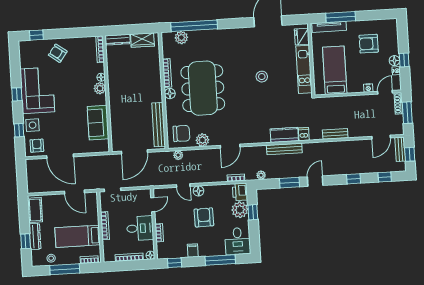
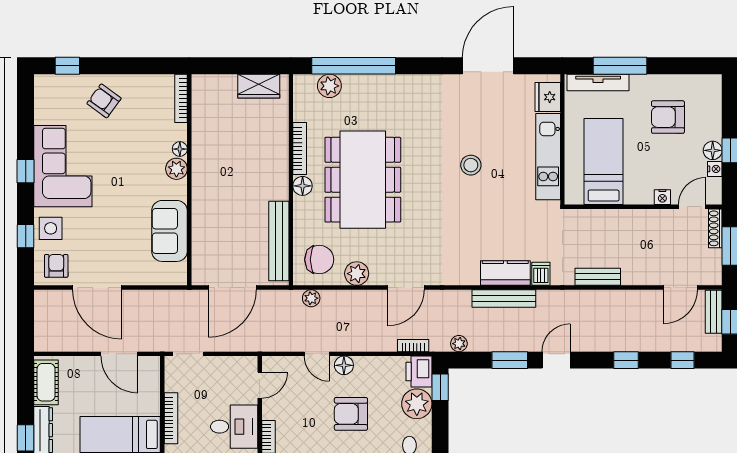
dresser: (118, 40) -> (214, 83), removed
window: (253, 212) -> (440, 387), moved
armchair: (204, 217) -> (351, 414), turned -89

